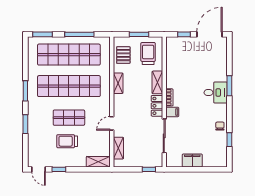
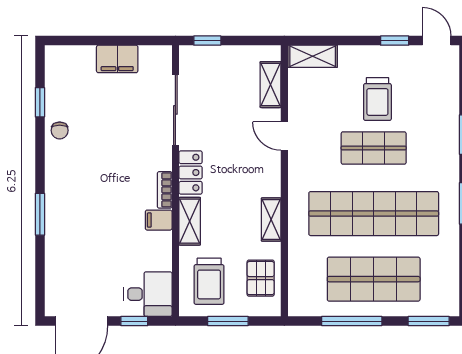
shop shelf: (69, 55) -> (374, 279), width x0.71
desk: (216, 93) -> (148, 294), moved, turned 180
filing cabinet: (172, 112) -> (159, 220), moved
door: (112, 123) -> (284, 136), swing flipped
trolley: (67, 141) -> (377, 99), turned 90

